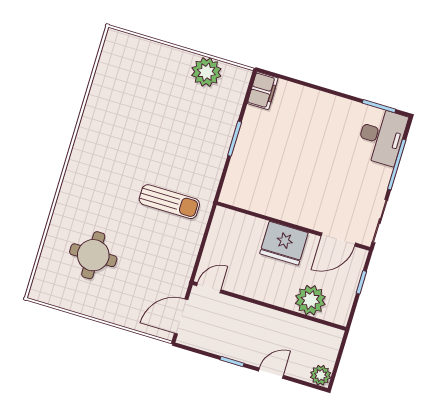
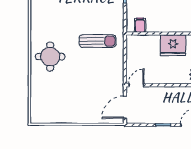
filing cabinet: (242, 197) -> (140, 25), added
round table: (93, 255) -> (50, 57), moved

